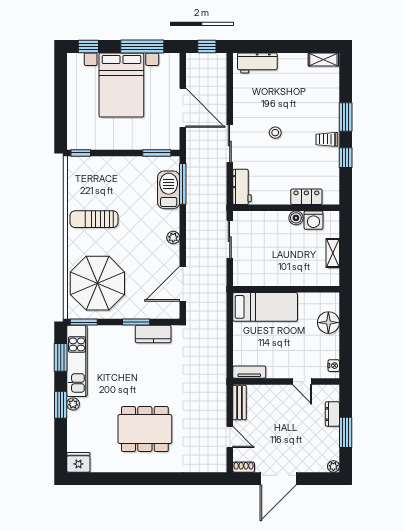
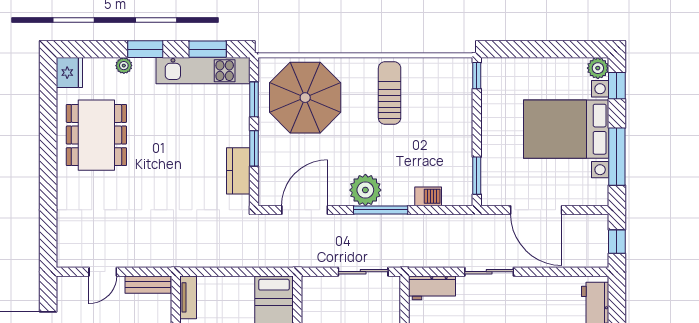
plant: (75, 61) -> (598, 68), added
door: (183, 108) -> (536, 210), hinge flipped
window: (183, 184) -> (381, 210), moved
barbecue: (169, 190) -> (428, 196), width x0.53, depth x0.65
plant: (173, 238) -> (365, 190), width x1.88, depth x1.88
door: (183, 284) -> (305, 210), hinge flipped
window: (84, 322) -> (254, 99), moved
plant: (73, 404) -> (124, 66), moved
dining table: (145, 429) -> (96, 135), moved
shoe rack: (244, 467) -> (63, 290), removed

